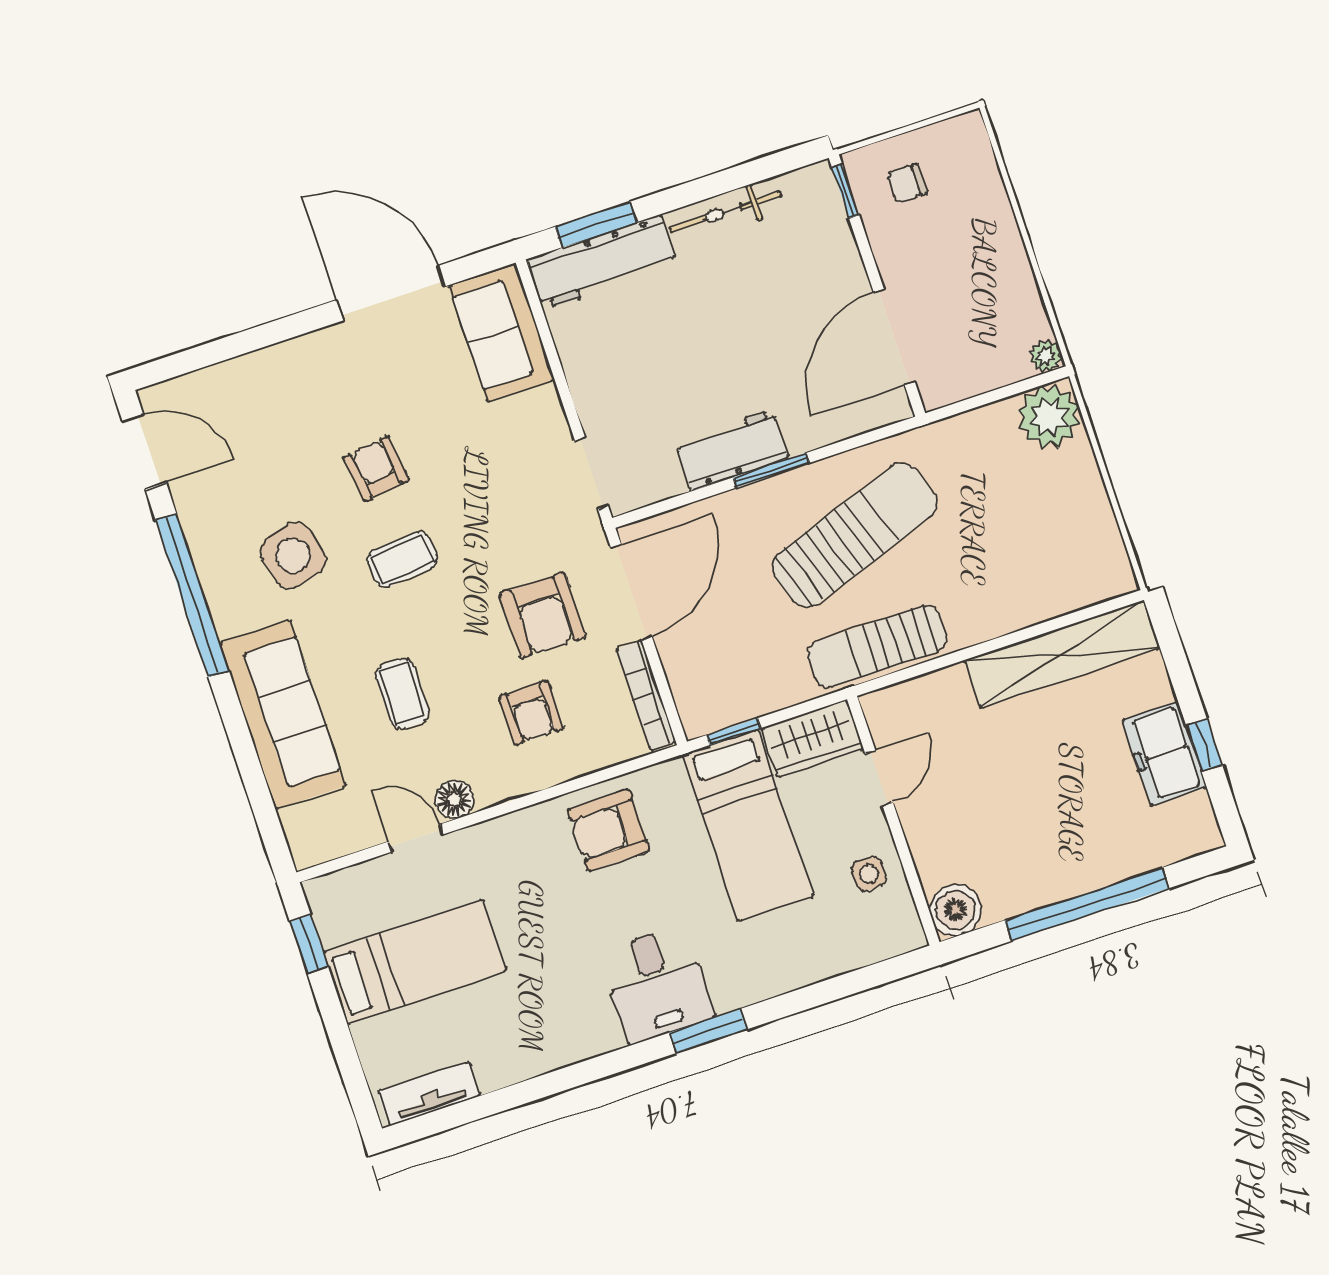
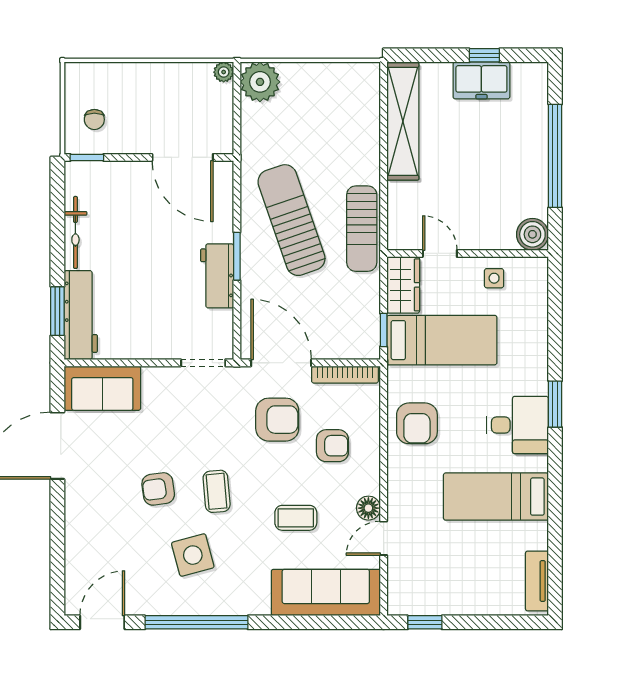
sofa: (283, 714) -> (326, 592), moved
bed: (415, 962) -> (496, 497), moved, turned -90

